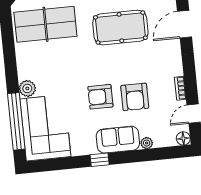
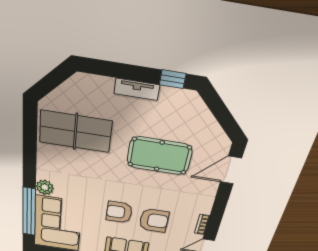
armchair: (135, 97) -> (154, 220), turned -90

